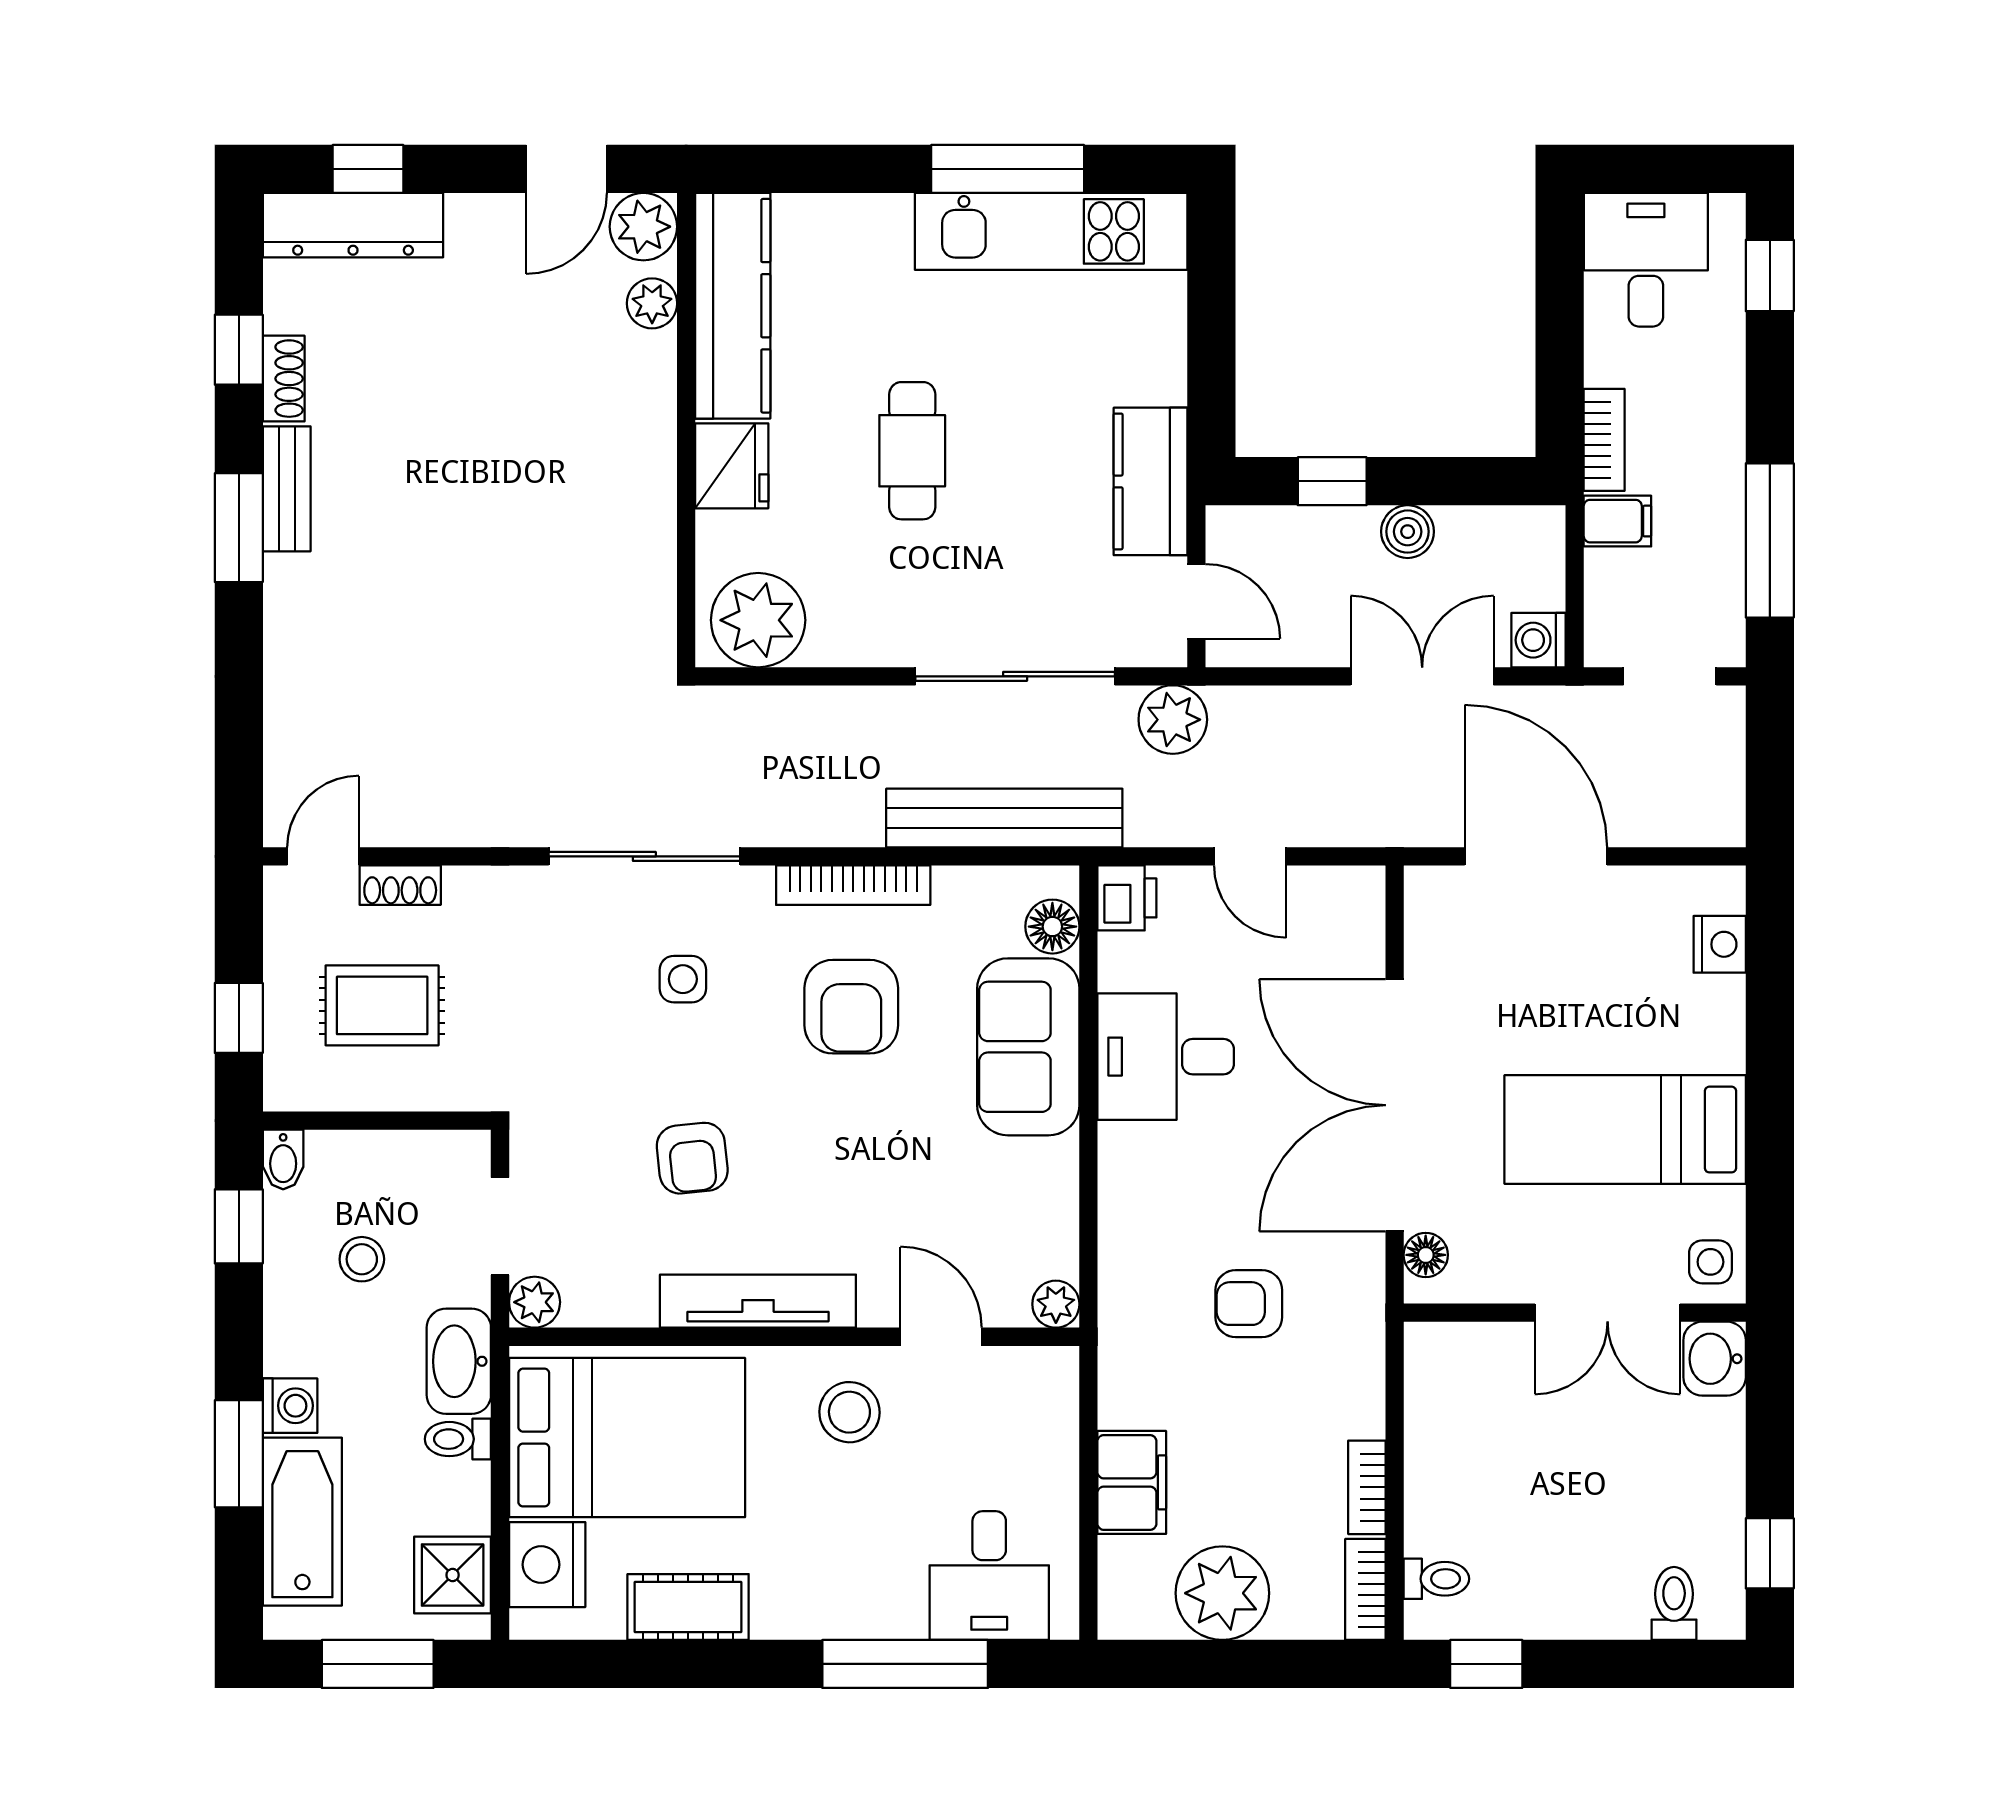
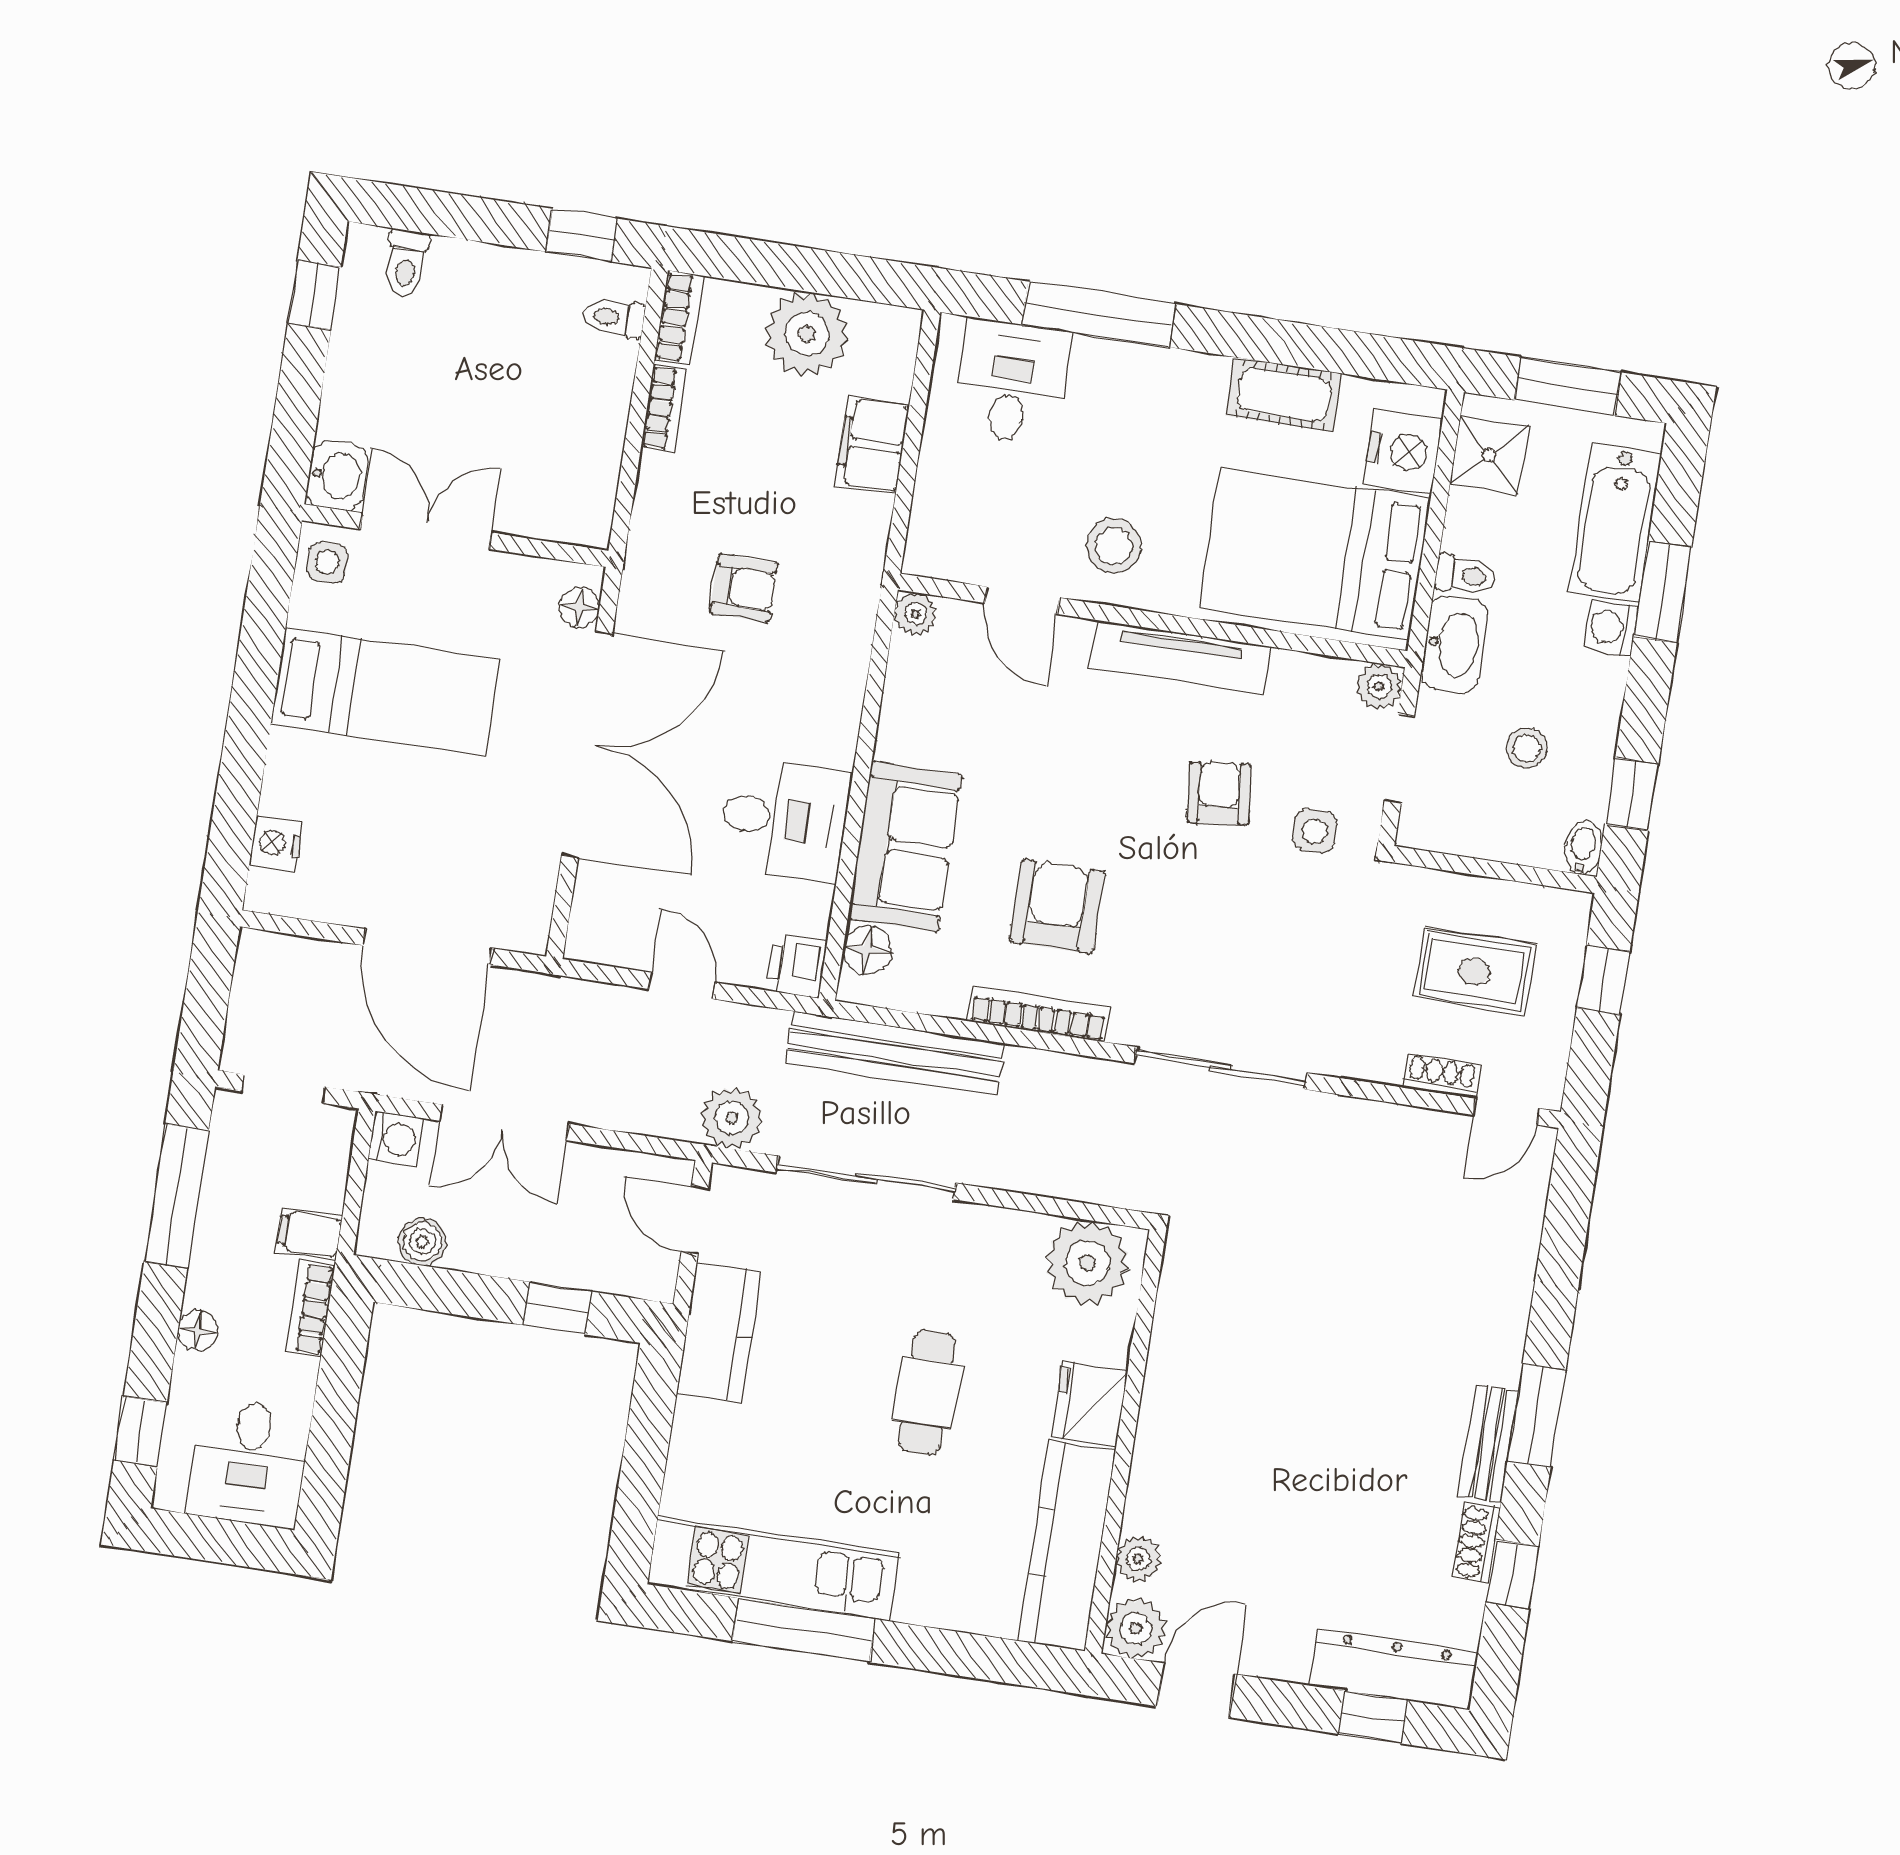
floor lamp: (1724, 396) -> (198, 1331), added
boiler: (1408, 532) -> (422, 1242), moved
side table: (683, 979) -> (1315, 831), moved

